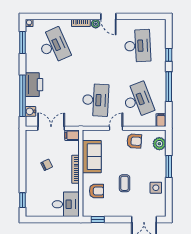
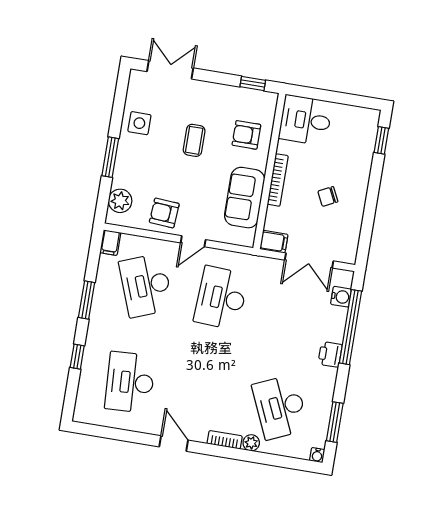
plant: (96, 24) -> (251, 443), moved
printer: (34, 85) -> (330, 354), width x0.53, depth x0.68
window: (169, 87) -> (87, 300), width x0.69

